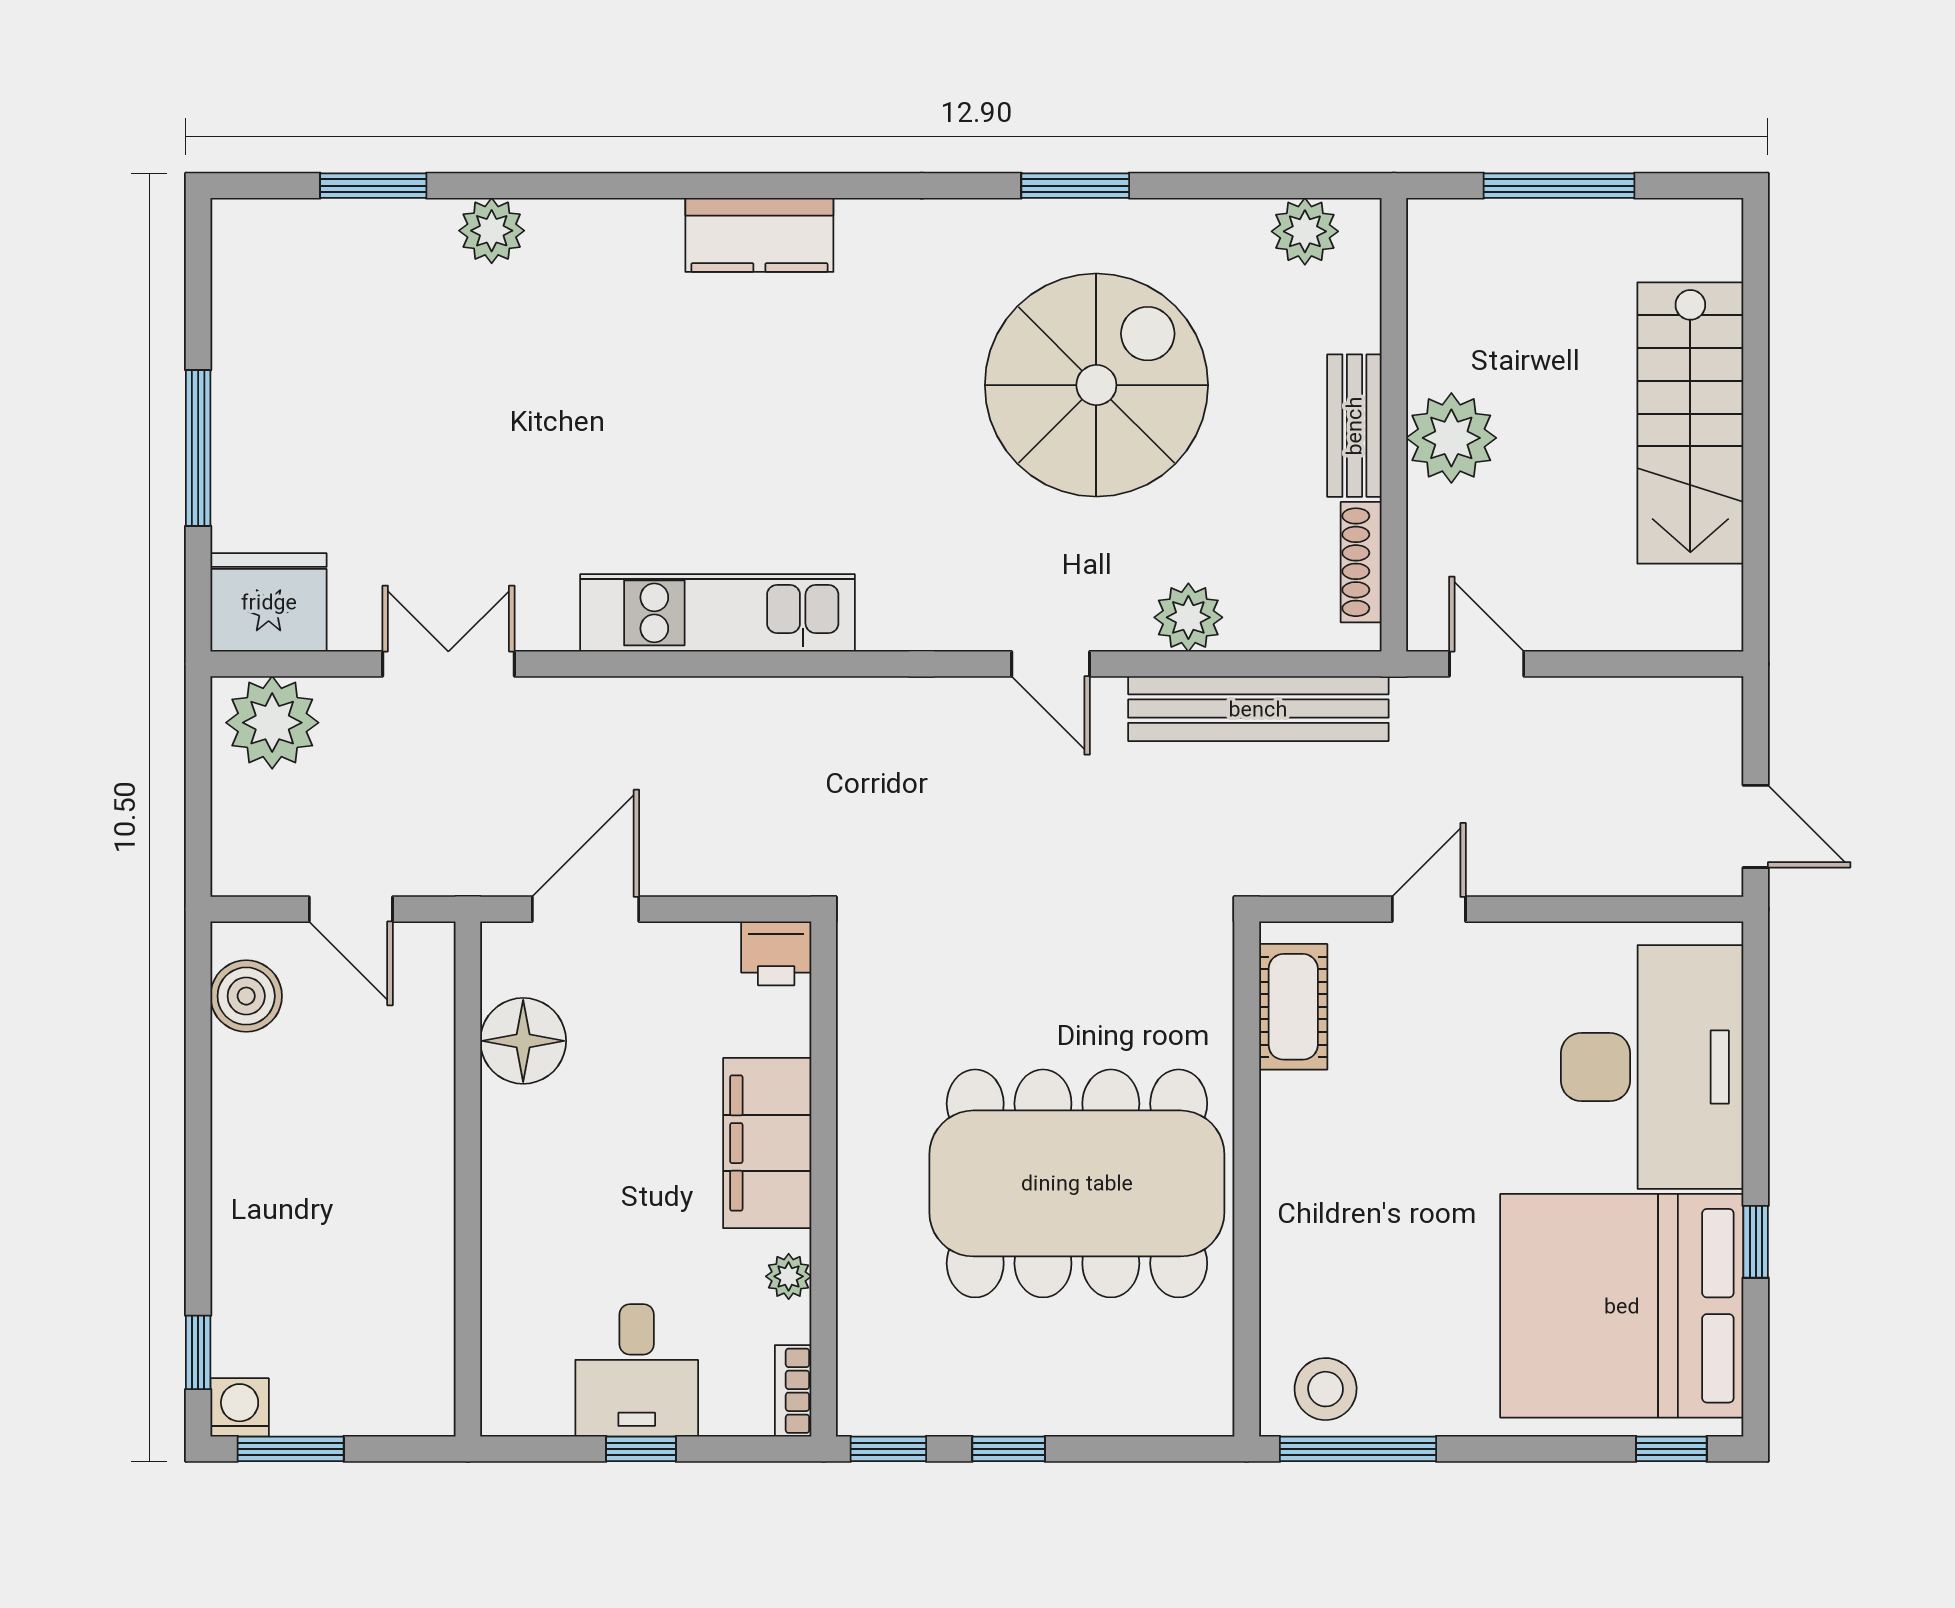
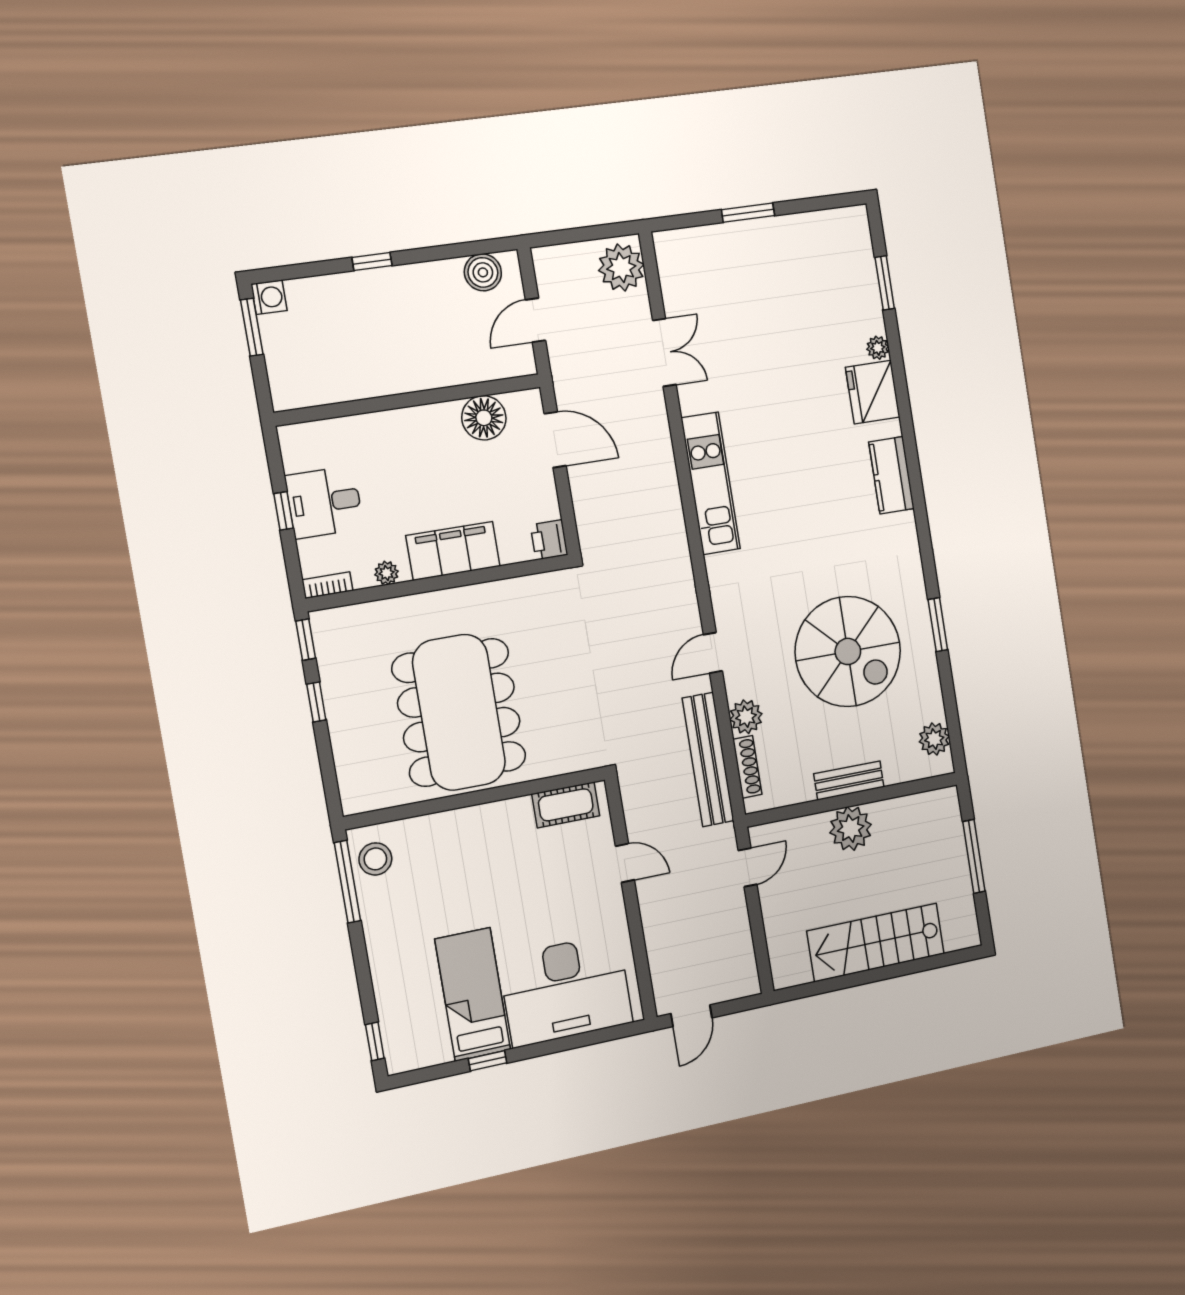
plant: (492, 231) -> (878, 348), width x0.73, depth x0.73
window: (198, 448) -> (748, 213), width x0.69
shoe rack: (1361, 562) -> (747, 767), moved, turned 90
fridge: (269, 602) -> (873, 392), moved, turned 180
bed: (1622, 1306) -> (473, 994), width x0.49
window: (198, 1352) -> (372, 262), moved

